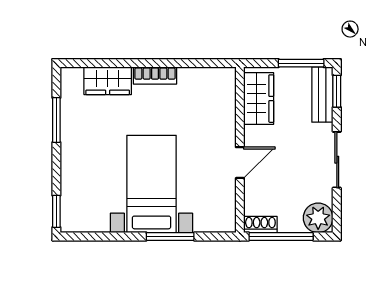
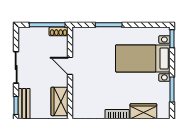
door: (240, 163) -> (70, 66), hinge flipped
bed with nightstands: (151, 184) -> (143, 58), moved, turned 90
plant: (318, 218) -> (26, 35), removed

